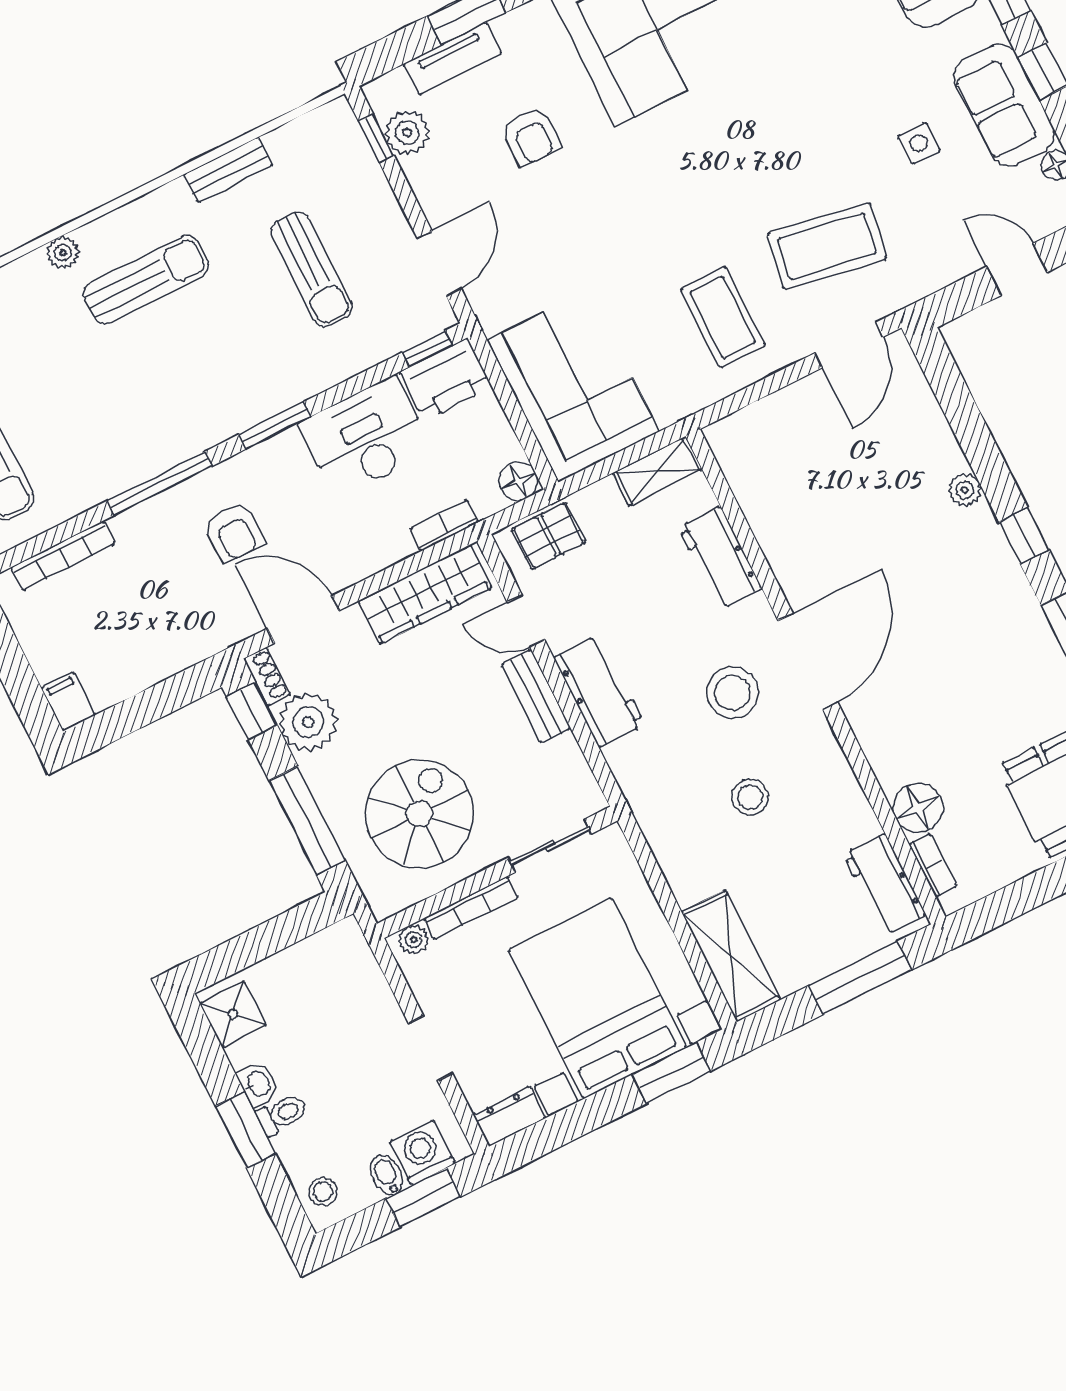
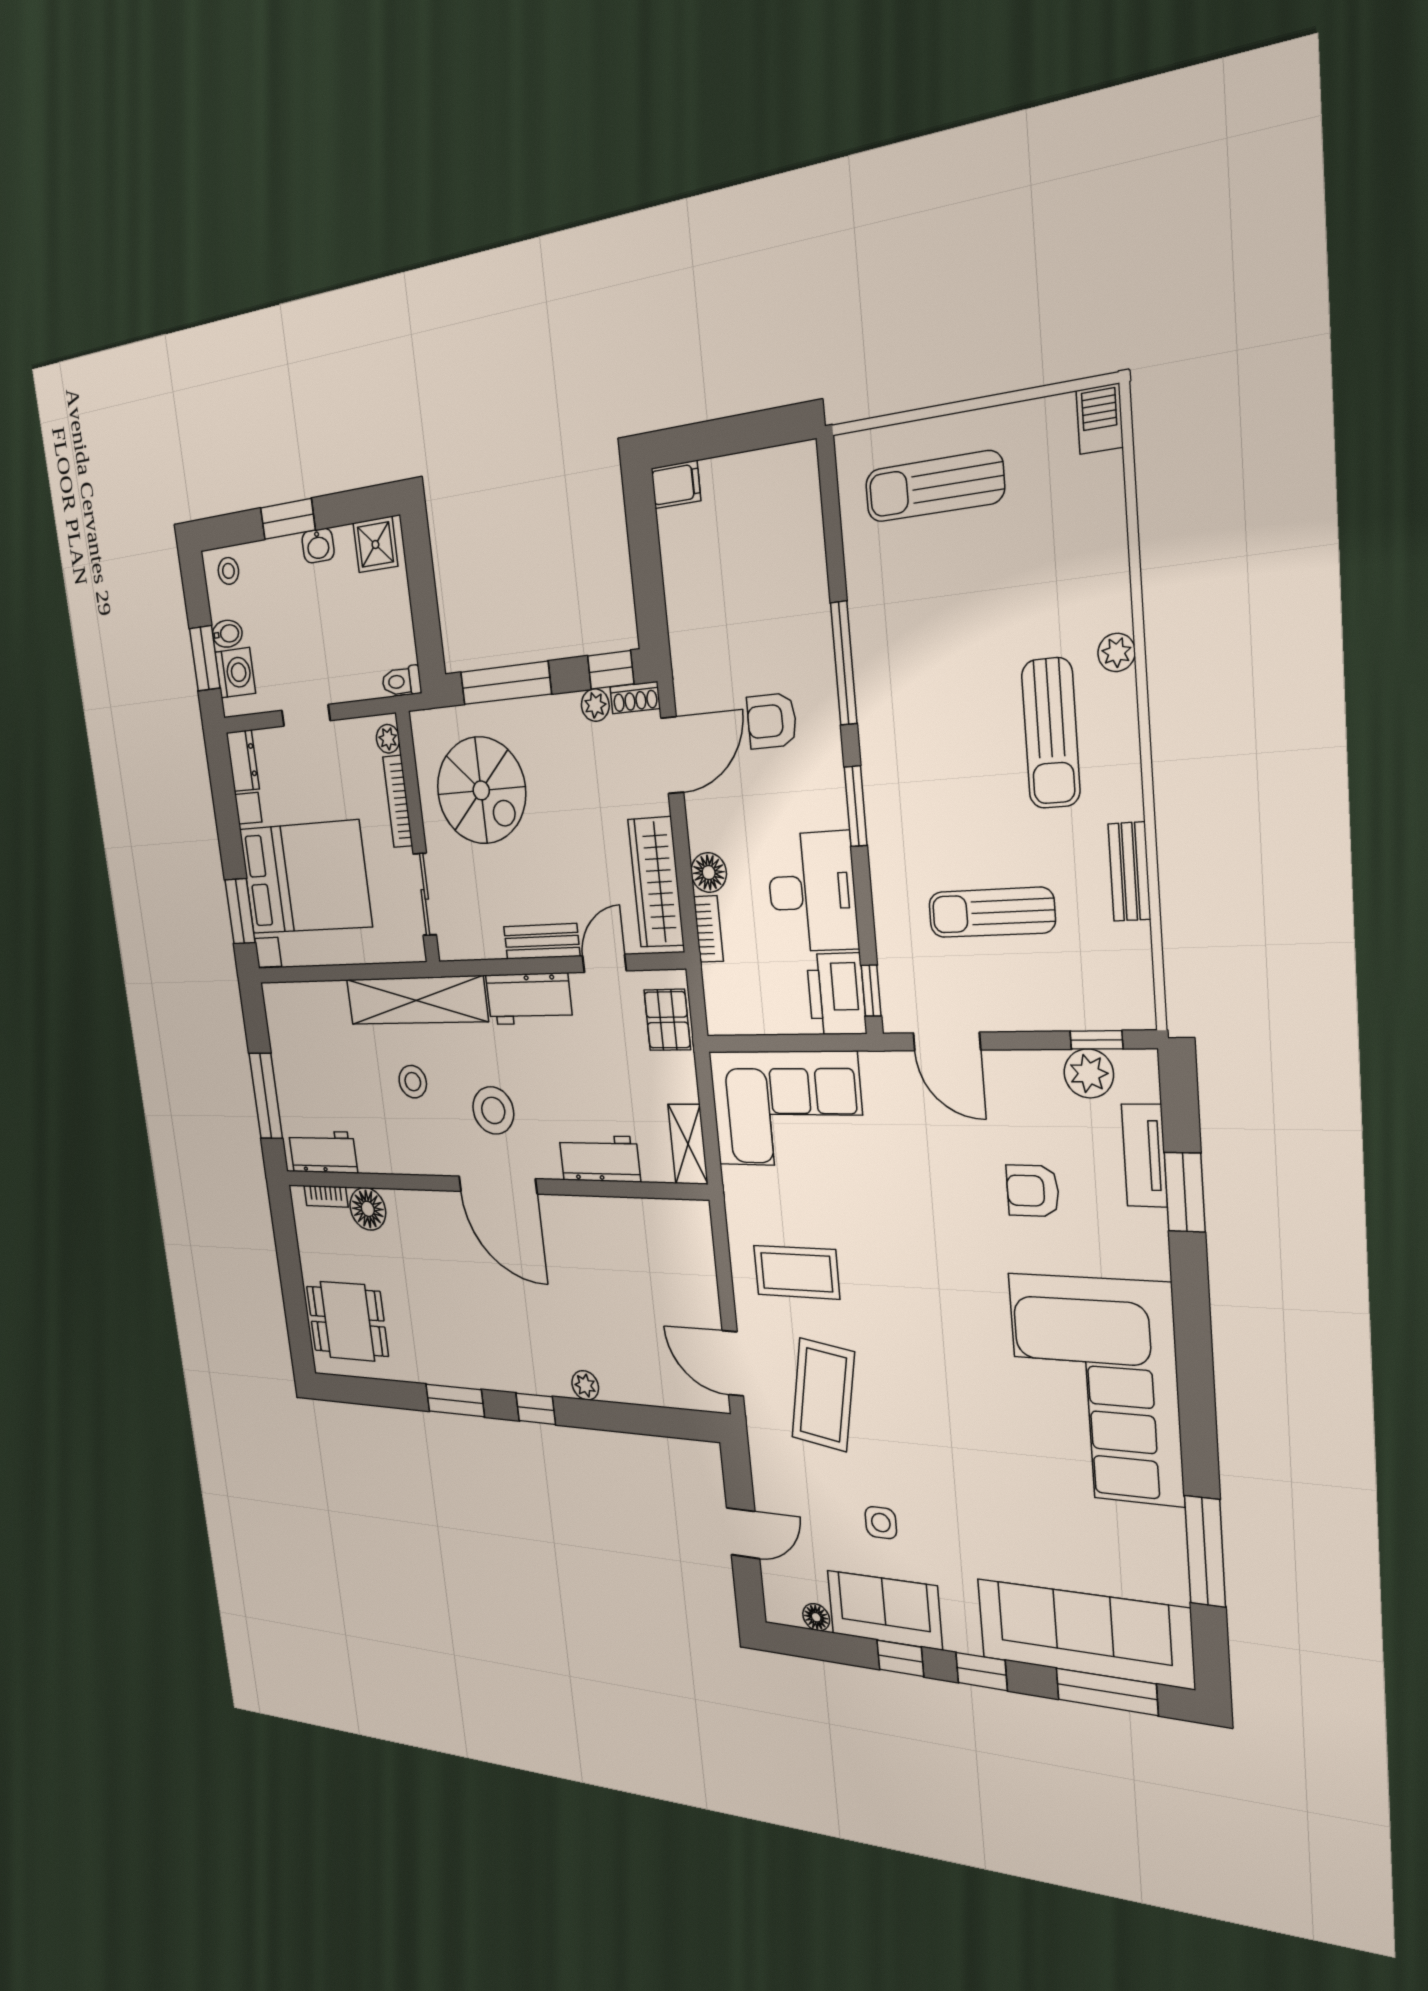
floor lamp: (518, 481) -> (709, 873), moved
bookcase: (63, 556) -> (811, 531), removed
plant: (308, 722) -> (595, 705), width x0.53, depth x0.53
shelving: (731, 956) -> (416, 1000), moved, width x1.47
toilet: (282, 1114) -> (402, 681), moved, turned 90

